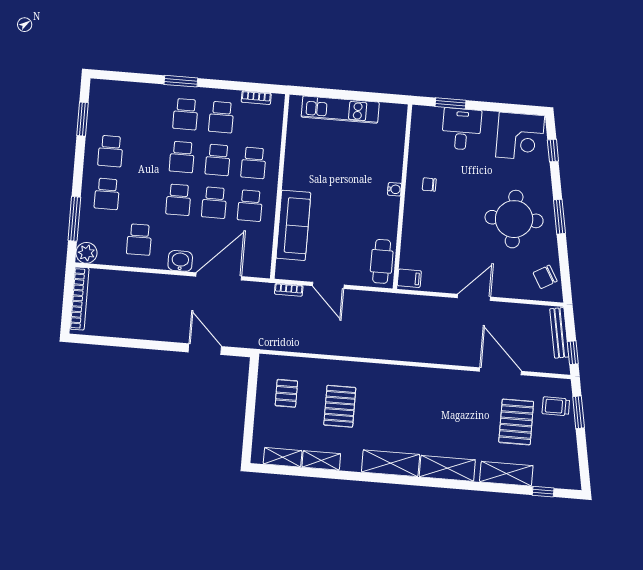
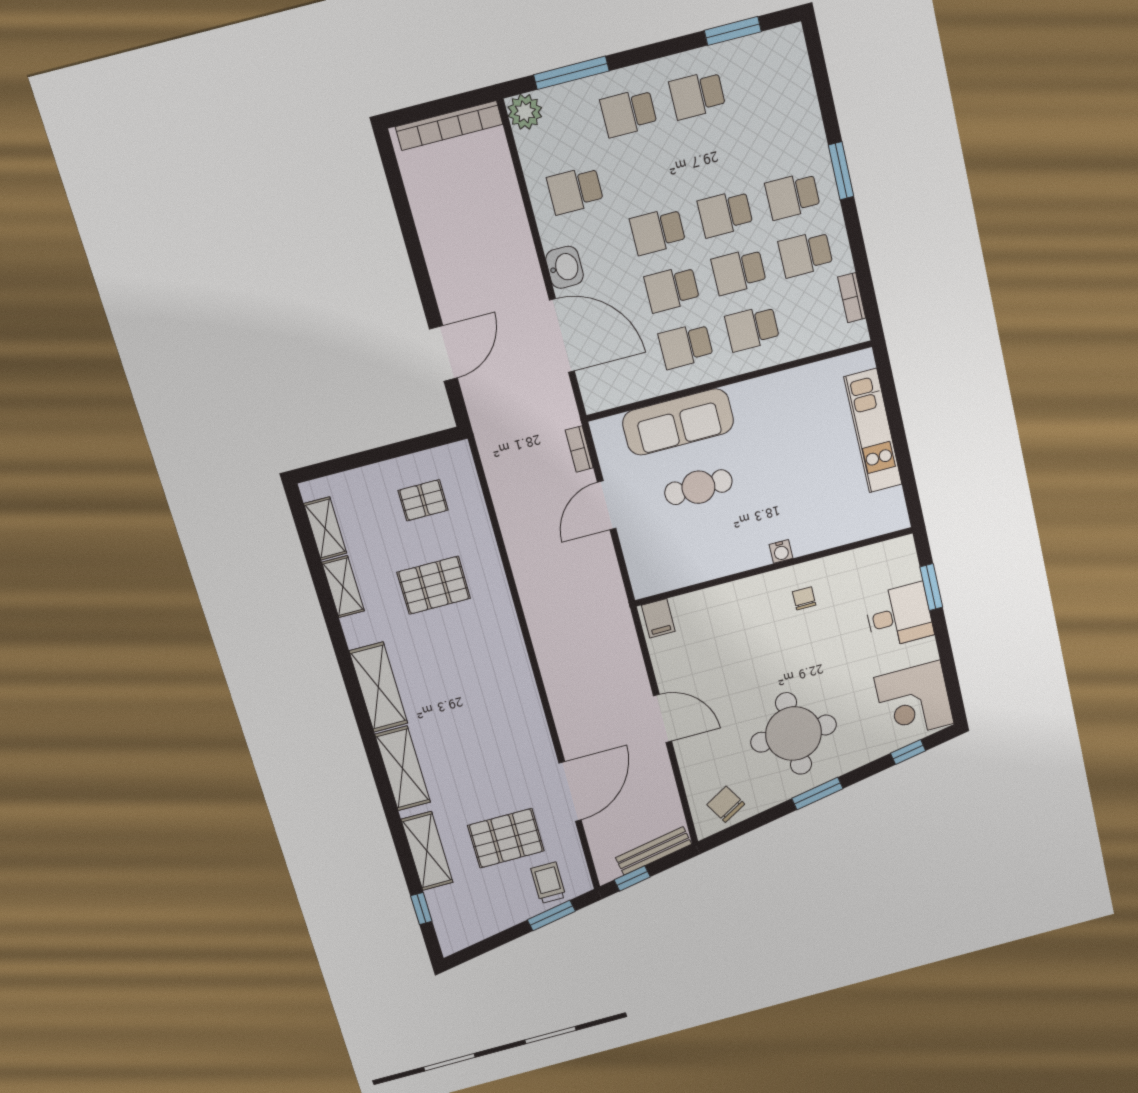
cafe table: (382, 261) -> (698, 487), moved

